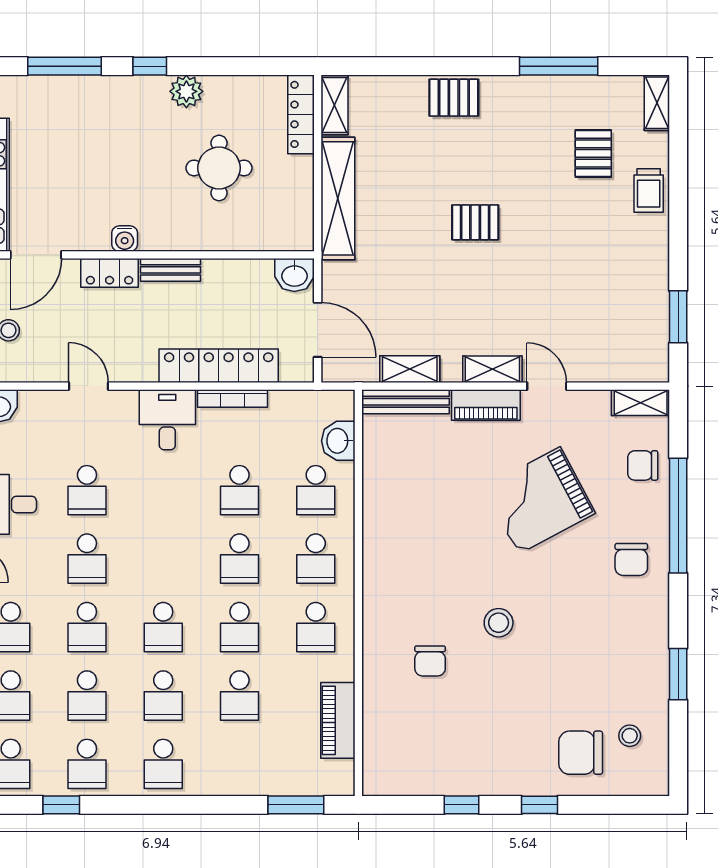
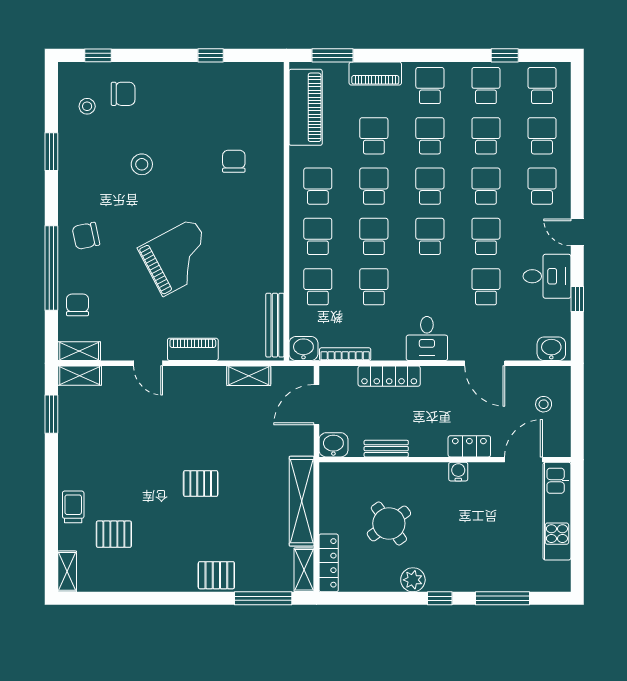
window: (559, 66) -> (263, 598), moved
pallet: (593, 153) -> (114, 534), turned 90
round table: (219, 168) -> (389, 523), turned -36
bench: (171, 270) -> (386, 449), moved
door: (318, 330) -> (316, 405), hinge flipped
locker: (219, 366) -> (389, 376), width x0.71, depth x0.83
shelving: (492, 369) -> (80, 376), moved
door: (88, 386) -> (485, 363), width x1.38
bookcase: (232, 398) -> (345, 354), moved
bench: (406, 402) -> (275, 325), moved, turned 90
washbasin: (338, 441) -> (303, 349), moved, turned -90
chair: (643, 465) -> (78, 305), turned -90
grand piano: (539, 500) -> (178, 257), moved
school desk: (163, 559) -> (430, 236), added
chair: (631, 559) -> (86, 236), turned -102
stool: (499, 623) -> (142, 164), moved
piano: (338, 720) -> (306, 107), width x1.37, depth x1.33
chair: (581, 753) -> (123, 94), width x0.73, depth x0.73
piano: (238, 780) -> (375, 73), added
window: (539, 805) -> (98, 55), moved

